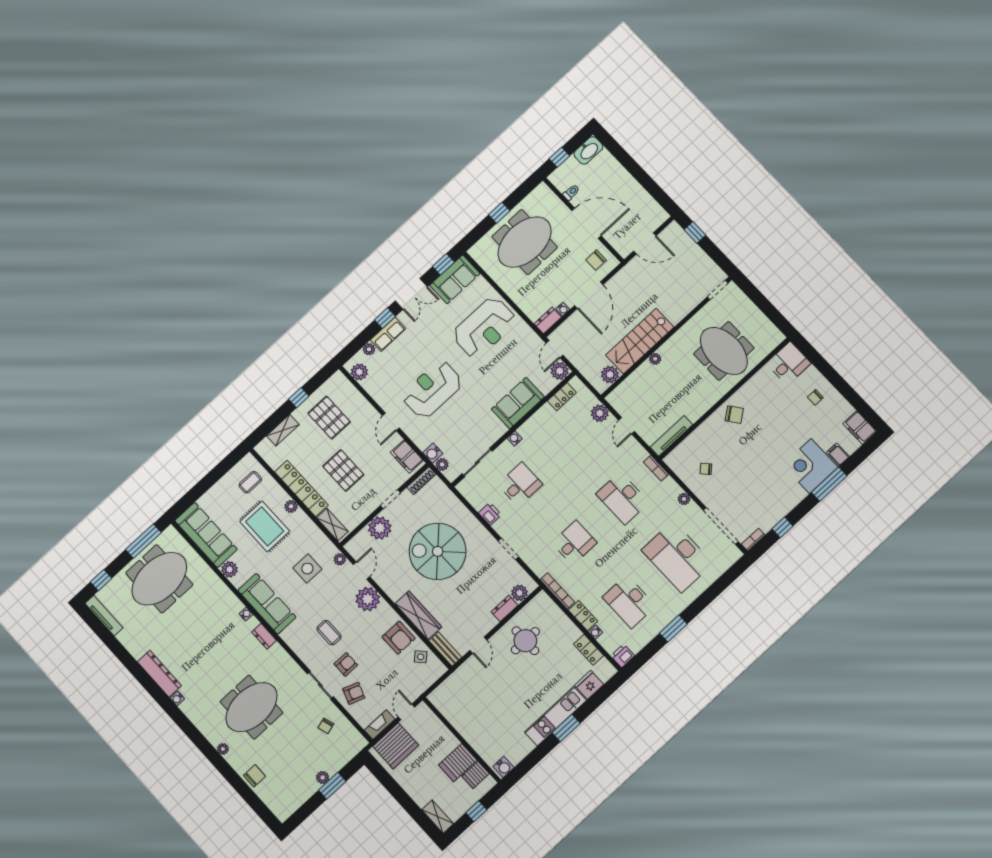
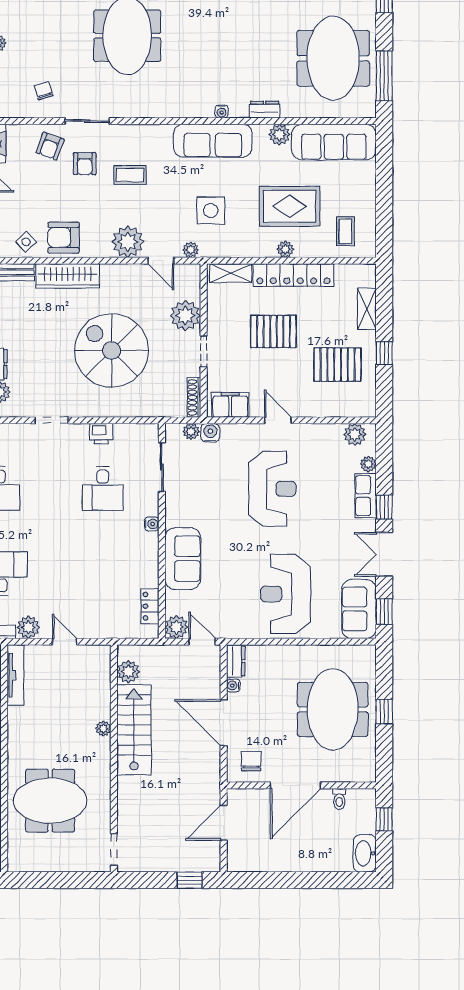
plant: (600, 413) -> (28, 627), moved
spiral stairs: (438, 551) -> (112, 351), turned -90
dresser: (264, 636) -> (265, 110), moved

